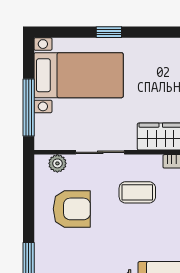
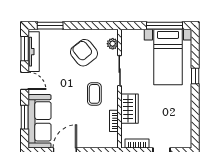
window: (29, 107) -> (164, 26), moved
armchair: (72, 209) -> (84, 53), turned 141

